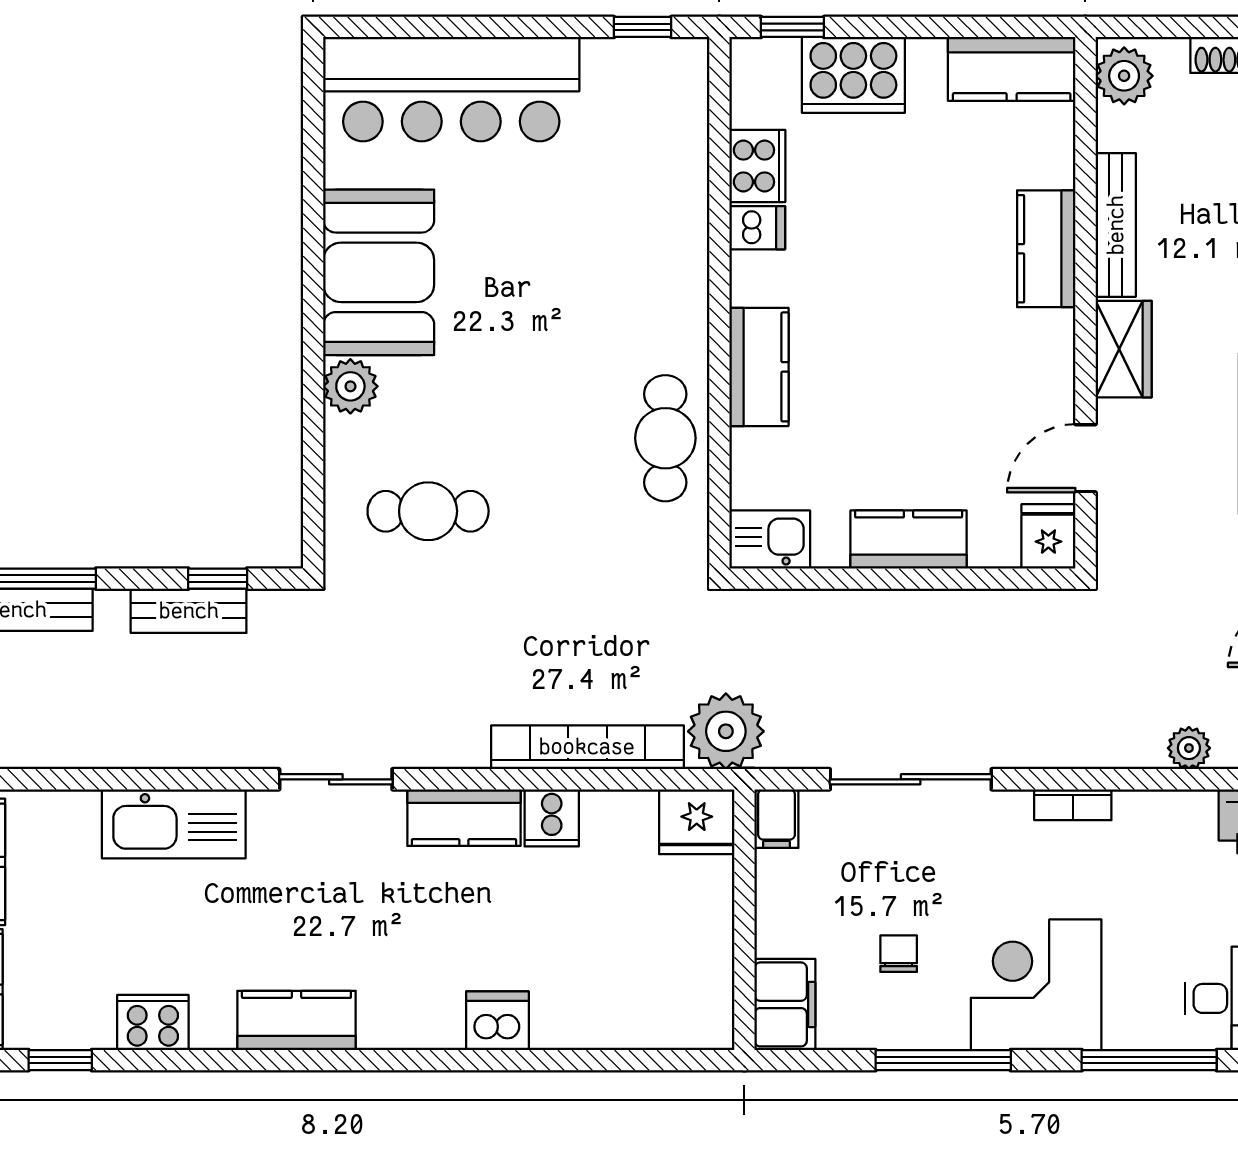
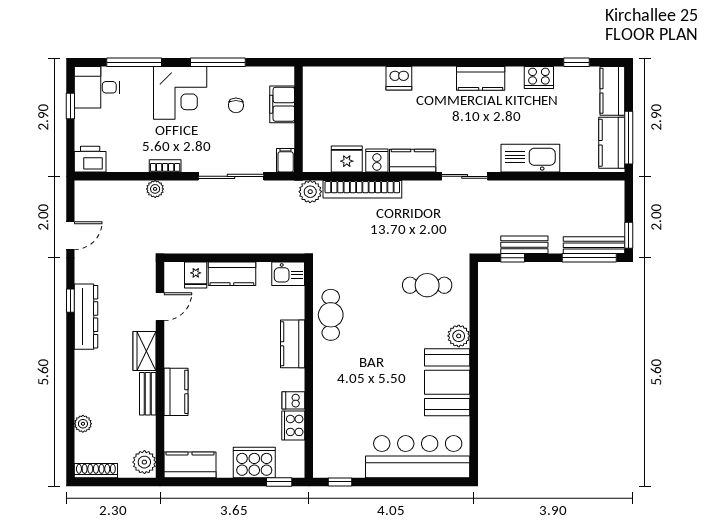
bench: (1116, 225) -> (148, 394), width x0.73
fridge: (1048, 536) -> (196, 275), moved
plant: (726, 731) -> (310, 192), width x0.73, depth x0.73
plant: (1189, 748) -> (155, 189), moved
fridge: (697, 822) -> (347, 159), moved
filing cabinet: (785, 1004) -> (282, 104), moved

